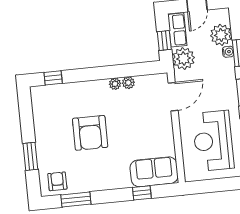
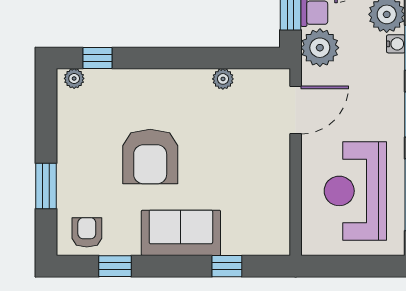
plant: (115, 84) -> (74, 78), moved
sofa: (154, 172) -> (181, 233), moved
window: (76, 200) -> (115, 266), width x0.67

